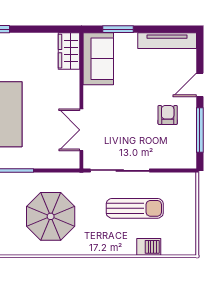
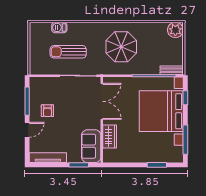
wardrobe: (69, 51) -> (110, 137), moved
double door: (81, 130) -> (102, 101), width x1.37

